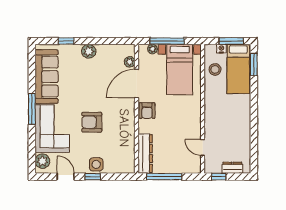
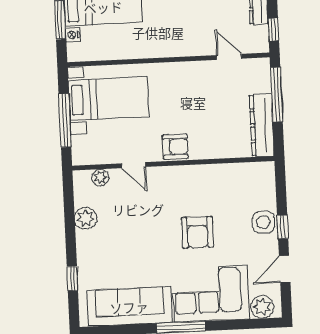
plant: (152, 49) -> (79, 143), removed
plant: (89, 51) -> (86, 218), moved
stool: (215, 69) -> (106, 43), removed
door: (136, 84) -> (134, 165), width x0.53
door: (203, 147) -> (229, 57), swing flipped
dresser: (145, 154) -> (262, 125), moved, turned -90
window: (164, 177) -> (276, 95), moved

